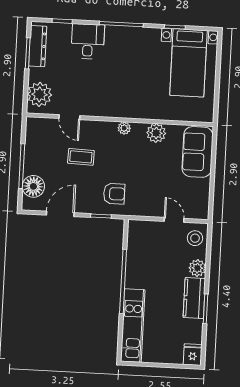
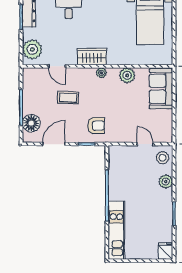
wardrobe: (113, 107) -> (92, 57), added
kitchen counter: (194, 298) -> (165, 206), removed

